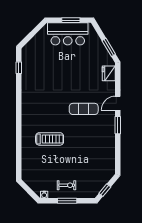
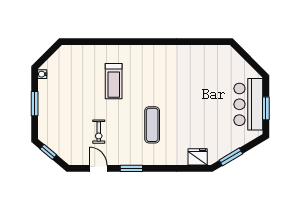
window: (19, 68) -> (205, 42), removed
door: (118, 103) -> (98, 168), moved
exercise bike: (67, 185) -> (99, 132), moved

